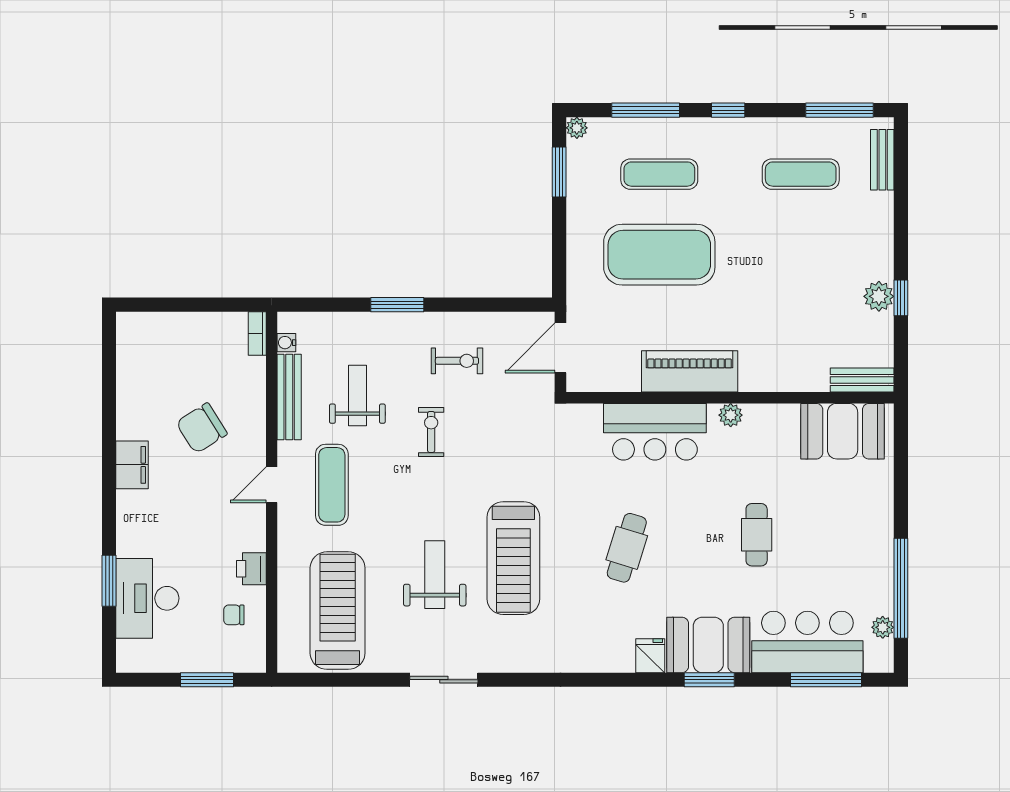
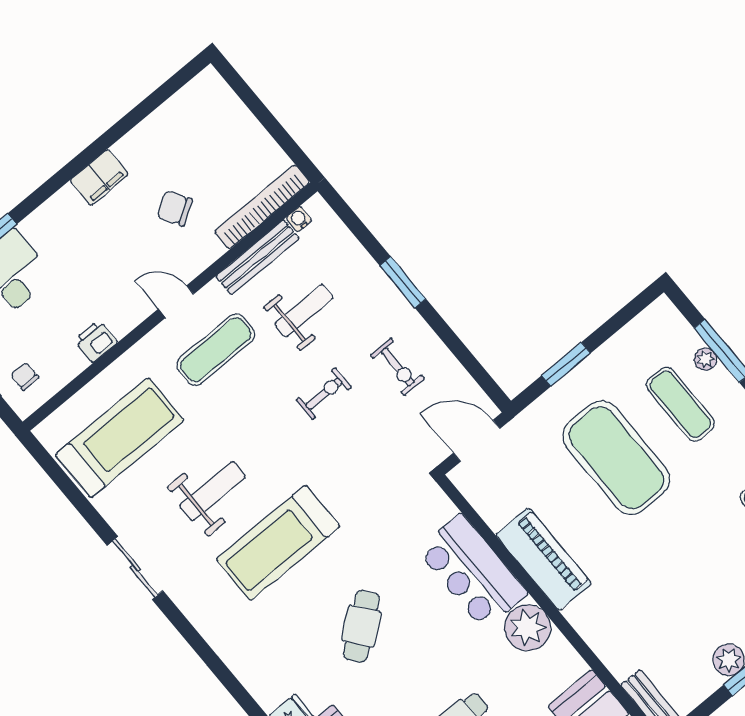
plant: (577, 128) -> (705, 359), moved
window: (559, 172) -> (566, 364), moved
bookcase: (257, 334) -> (262, 207), width x2.31, depth x1.31
plant: (731, 415) -> (528, 628), width x1.88, depth x1.88
chair: (202, 428) -> (175, 208), width x0.73, depth x0.73
cafe table: (627, 548) -> (361, 626), turned -55
chair: (234, 615) -> (25, 376), moved

